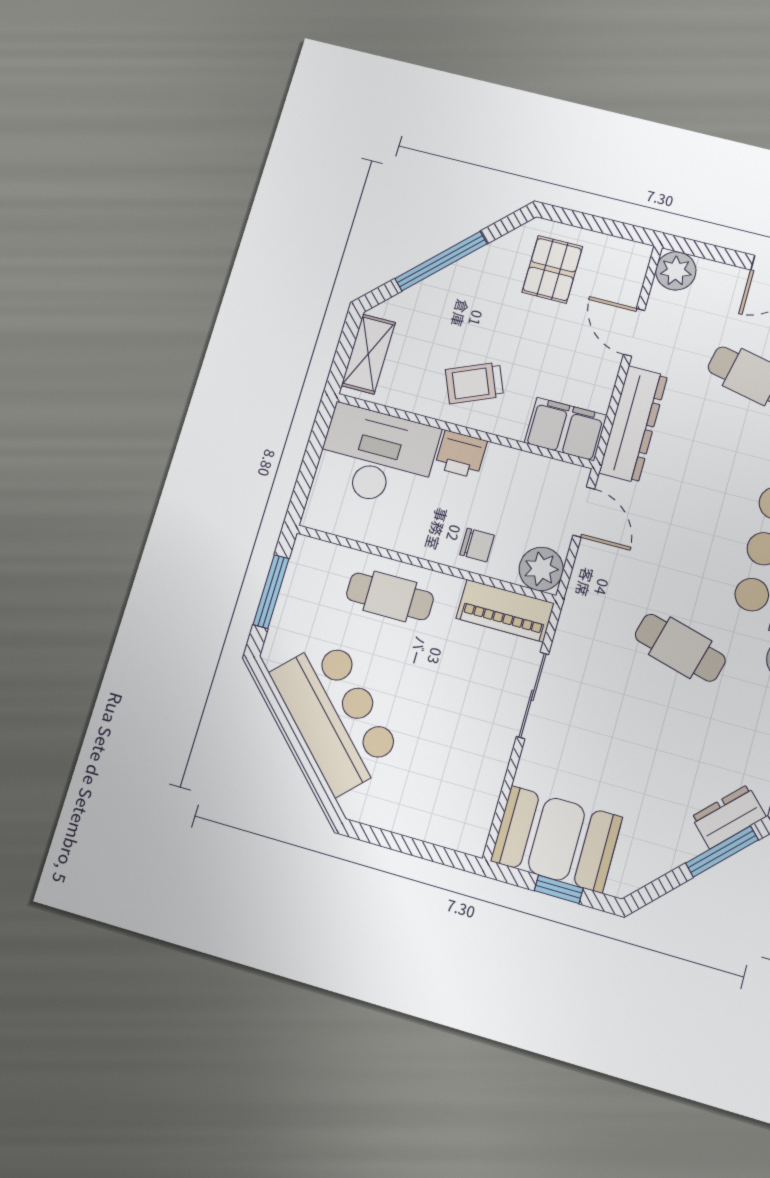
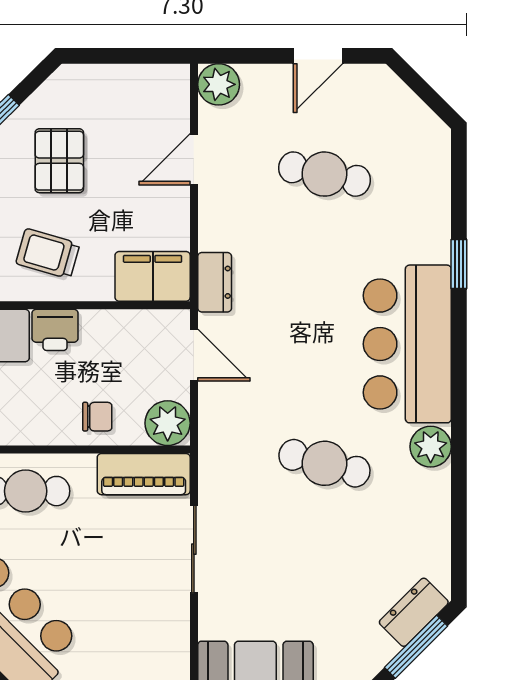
pallet: (552, 269) -> (59, 161), moved
door: (634, 332) -> (194, 159), hinge flipped
trolley: (474, 383) -> (48, 254), turned 39
dresser: (633, 424) -> (215, 282), width x0.51, depth x0.80

